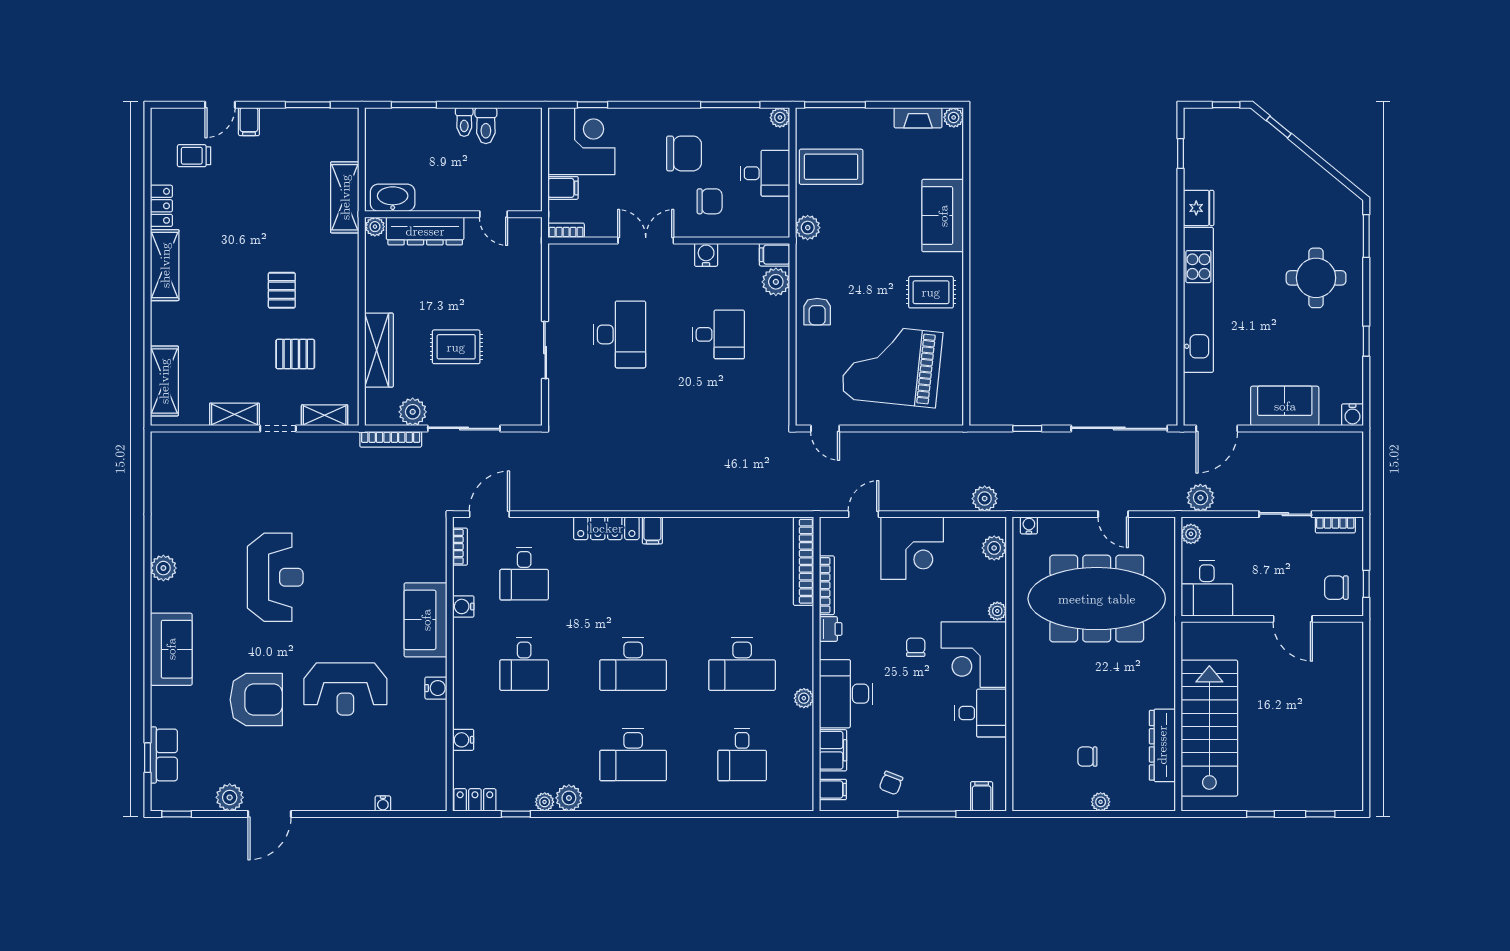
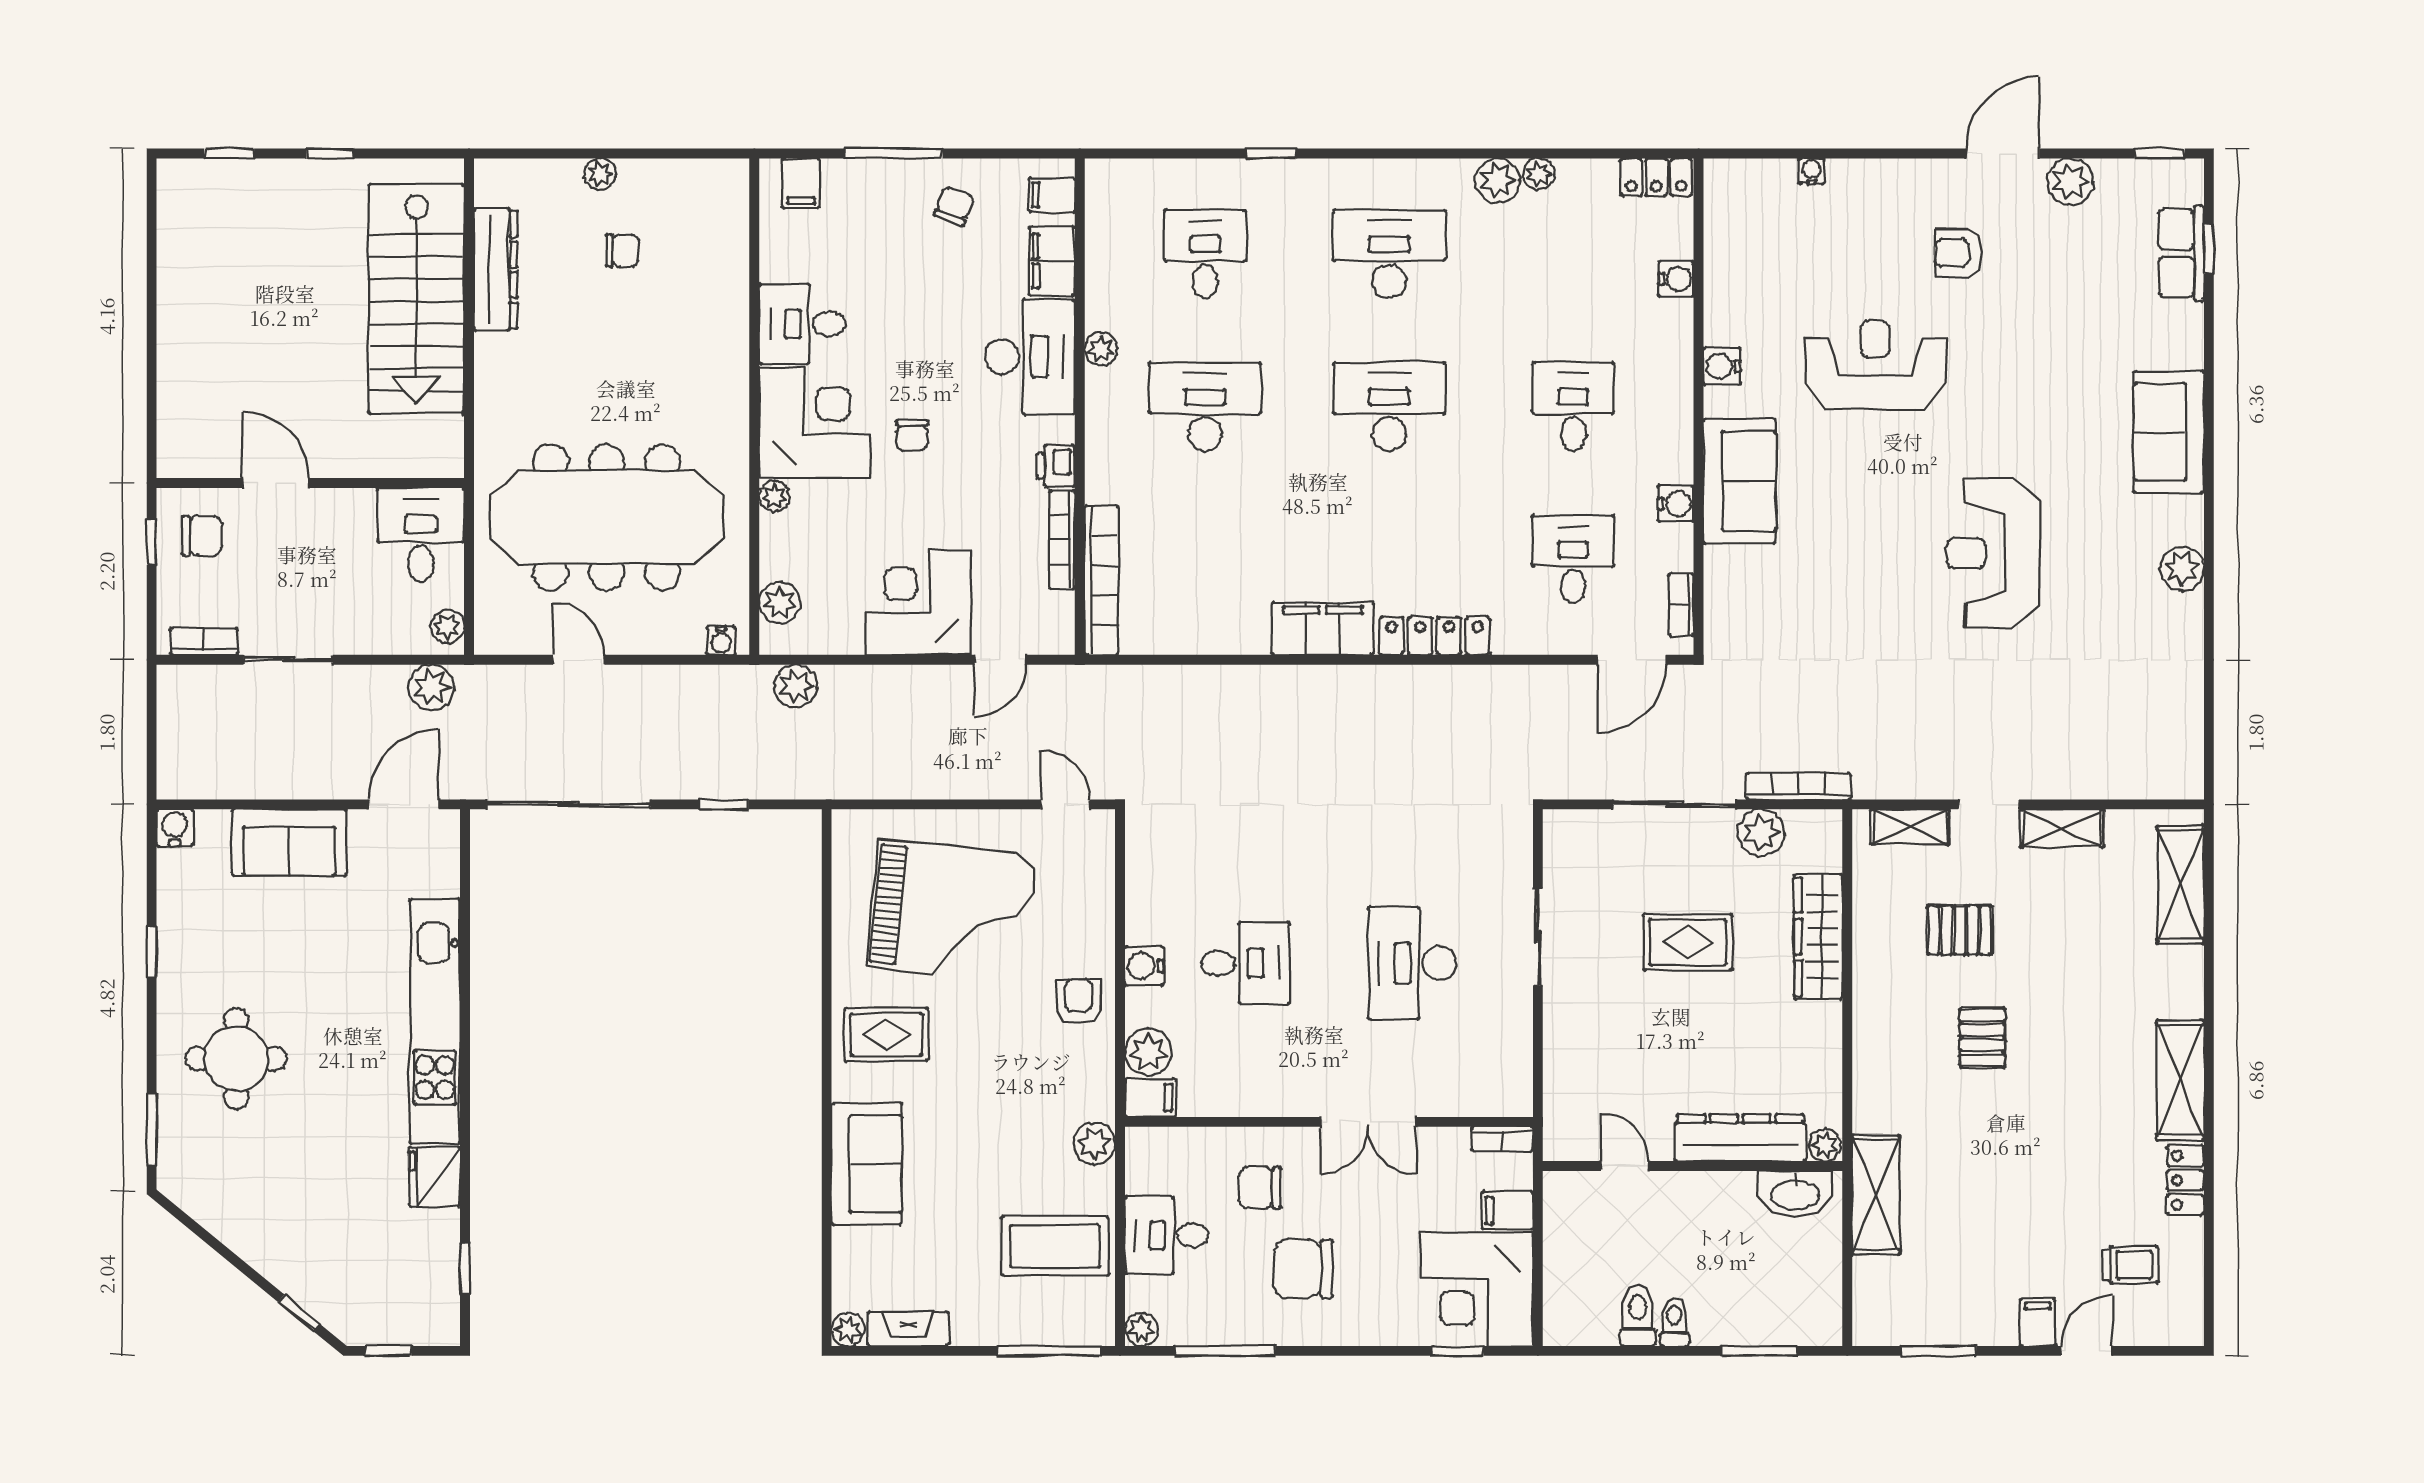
water cooler: (706, 255) -> (1144, 966), moved, turned 90
desk: (718, 334) -> (1246, 963), turned 180
filing cabinet: (652, 530) -> (1323, 628), width x3.00, depth x1.17
armchair: (256, 700) -> (1958, 253), moved, width x0.53, depth x0.53
window: (516, 814) -> (1271, 153), moved

